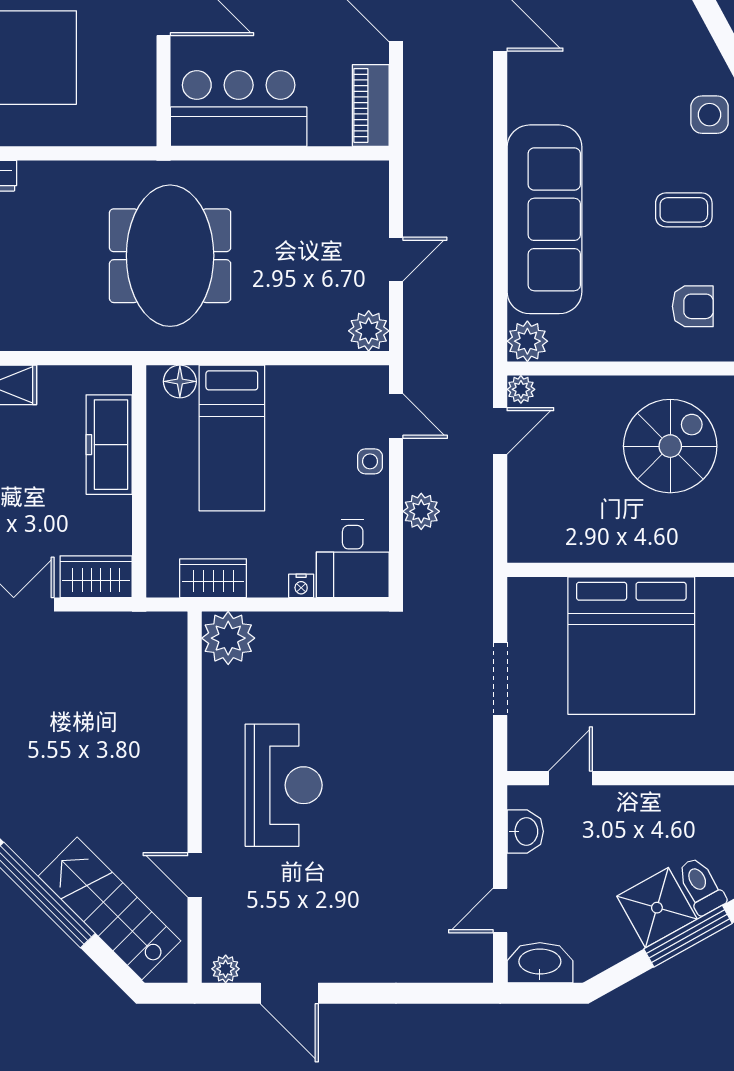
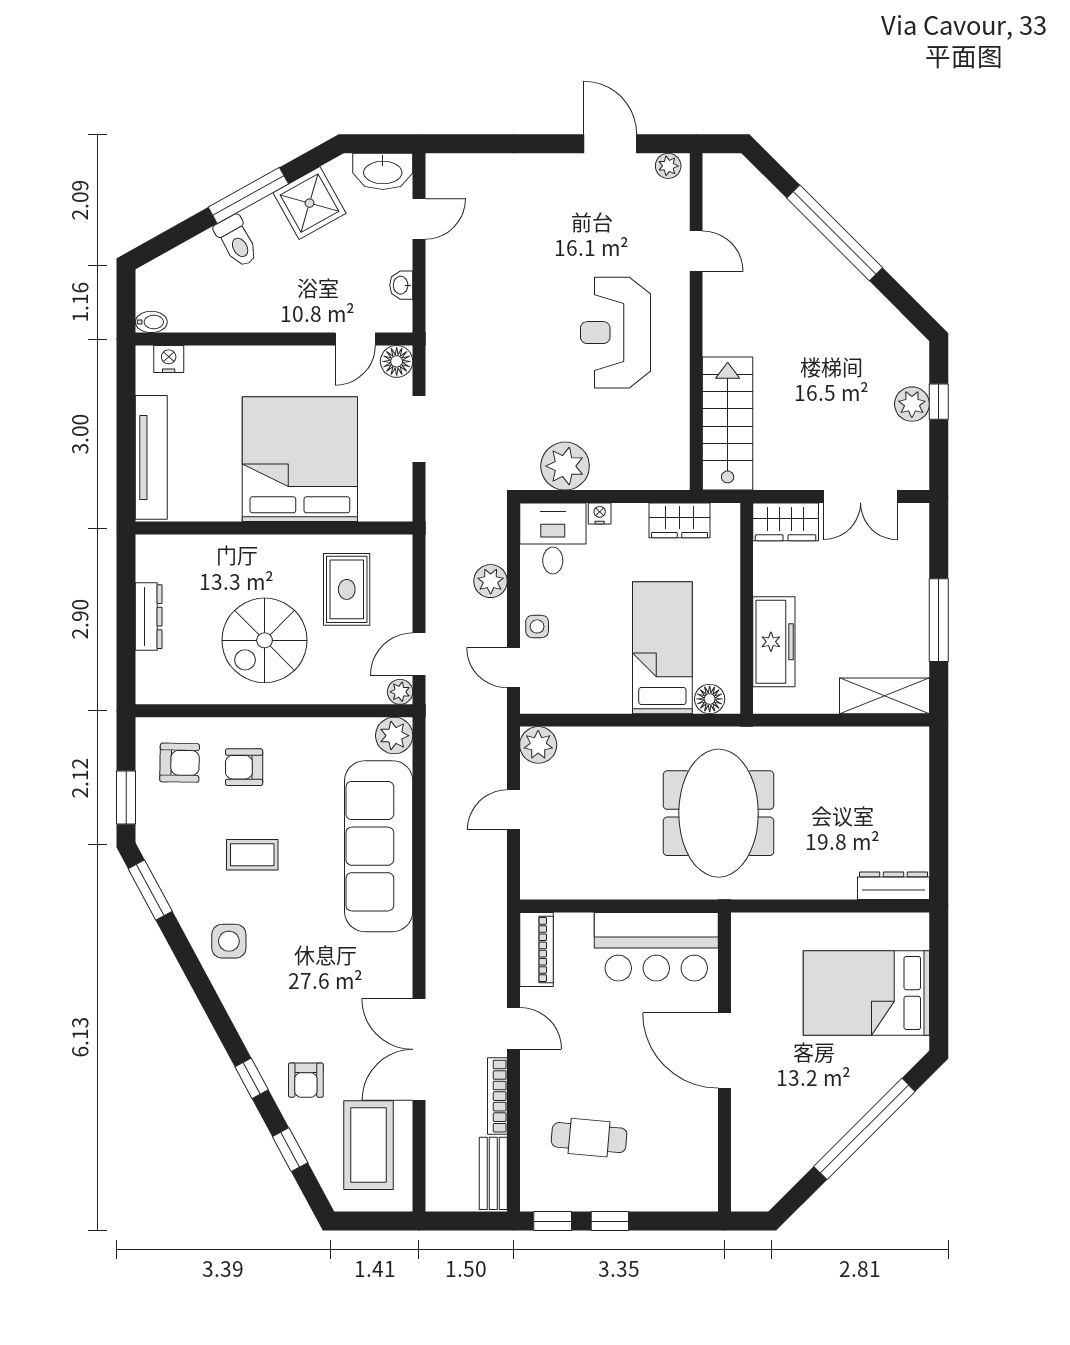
rug: (580, 502) -> (347, 589), added
plant: (228, 638) -> (565, 466), moved
floor lamp: (525, 753) -> (397, 361), added
washbasin: (525, 831) -> (401, 285), width x0.72, depth x0.69
stairs: (110, 908) -> (728, 424), moved, turned -135
shower: (657, 908) -> (309, 203), moved

